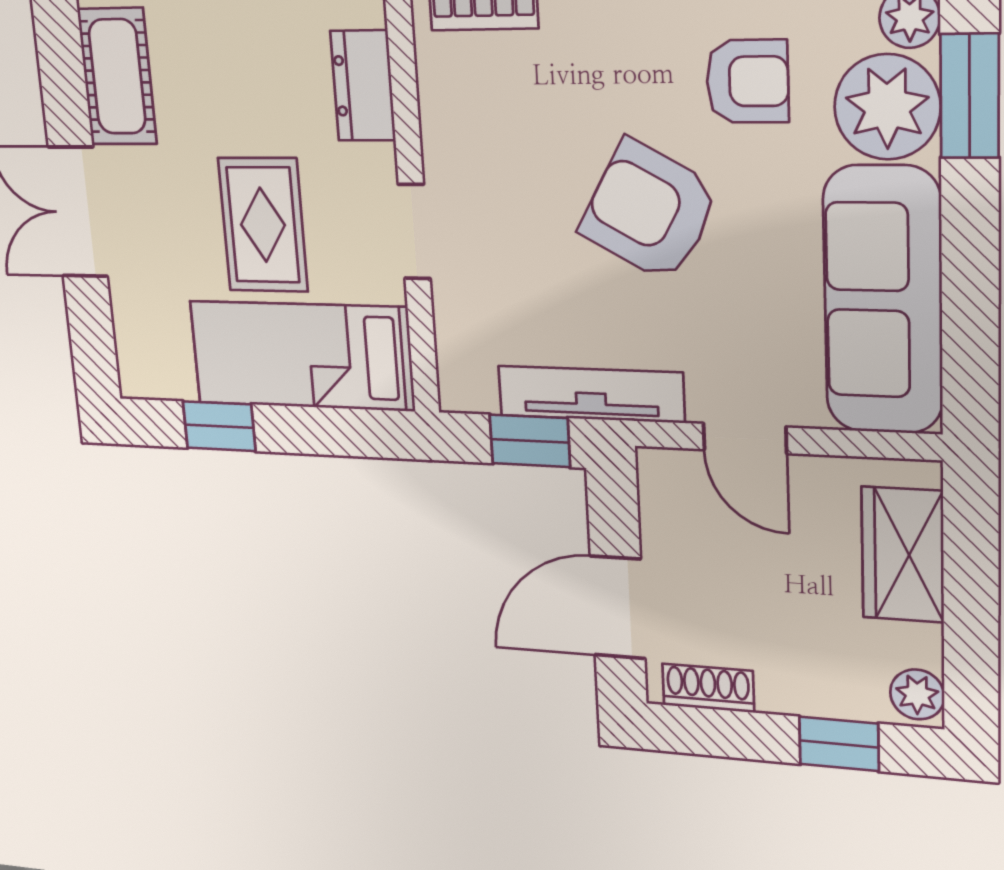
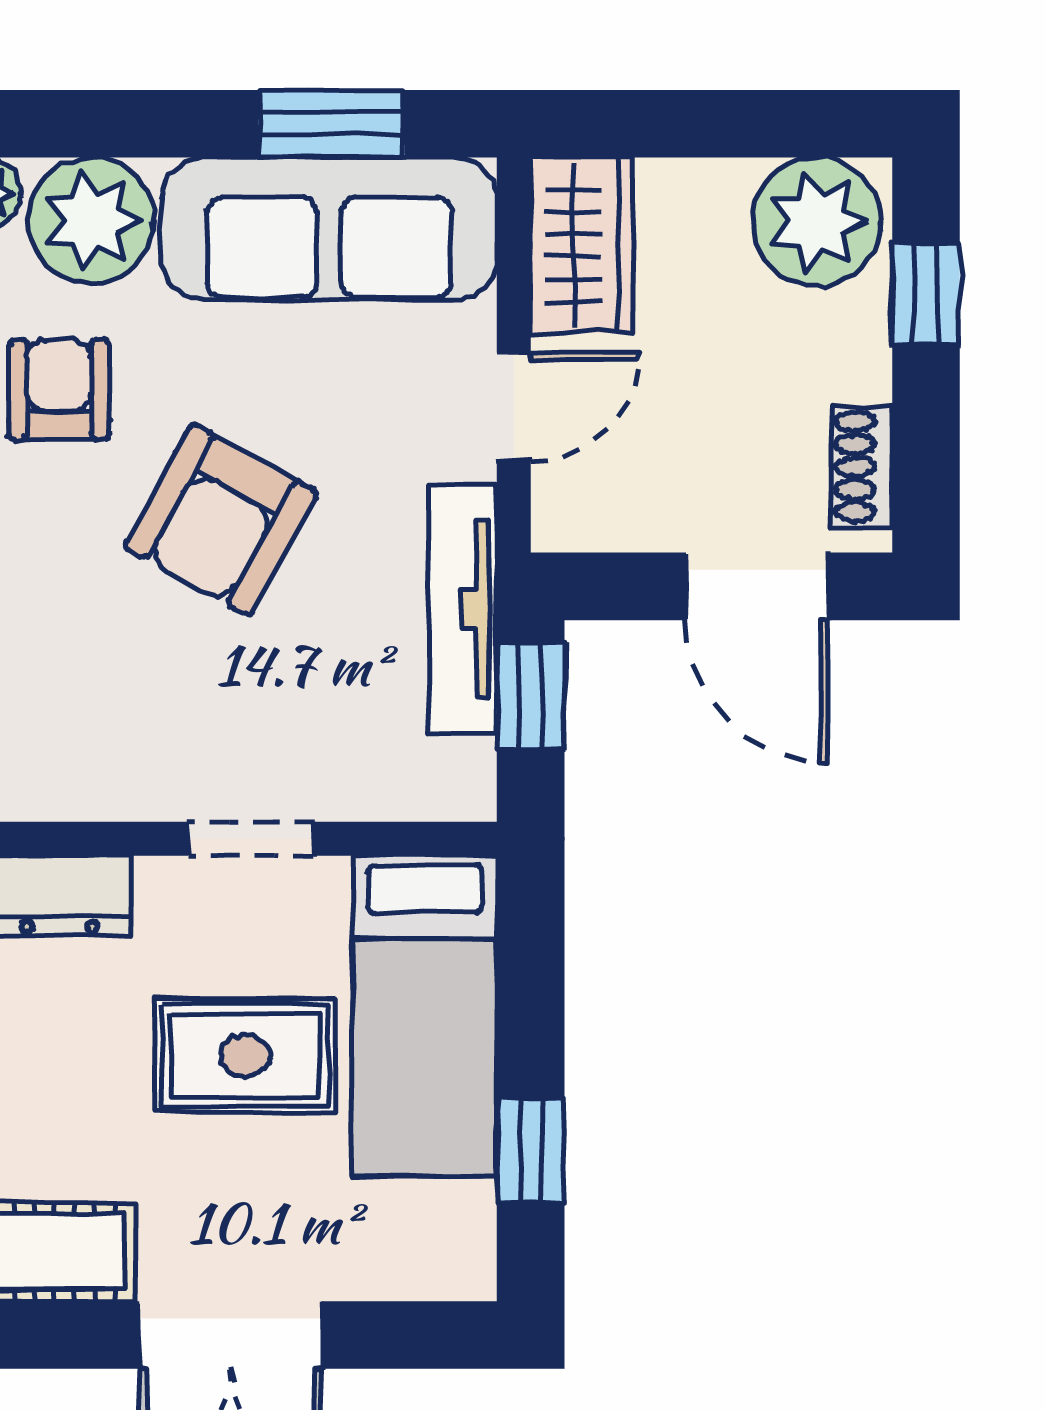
window: (970, 96) -> (331, 124), moved
wardrobe: (903, 555) -> (582, 245), moved, turned -90
plant: (917, 694) -> (817, 222), width x1.88, depth x1.88

